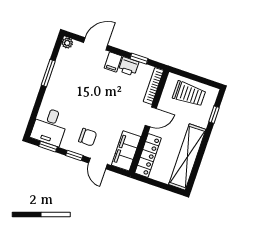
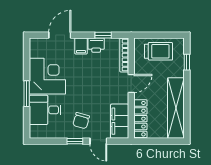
plant: (67, 43) -> (34, 43), removed
window: (48, 73) -> (27, 94), moved
corner desk: (69, 81) -> (47, 76), added
desk: (50, 126) -> (45, 110), moved, turned 90
chair: (88, 137) -> (81, 121), turned 106
window: (48, 147) -> (49, 141), removed

